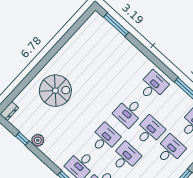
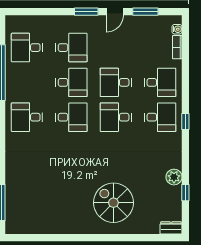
desk: (149, 131) -> (71, 82), turned 180
desk: (170, 150) -> (71, 48), turned 180

